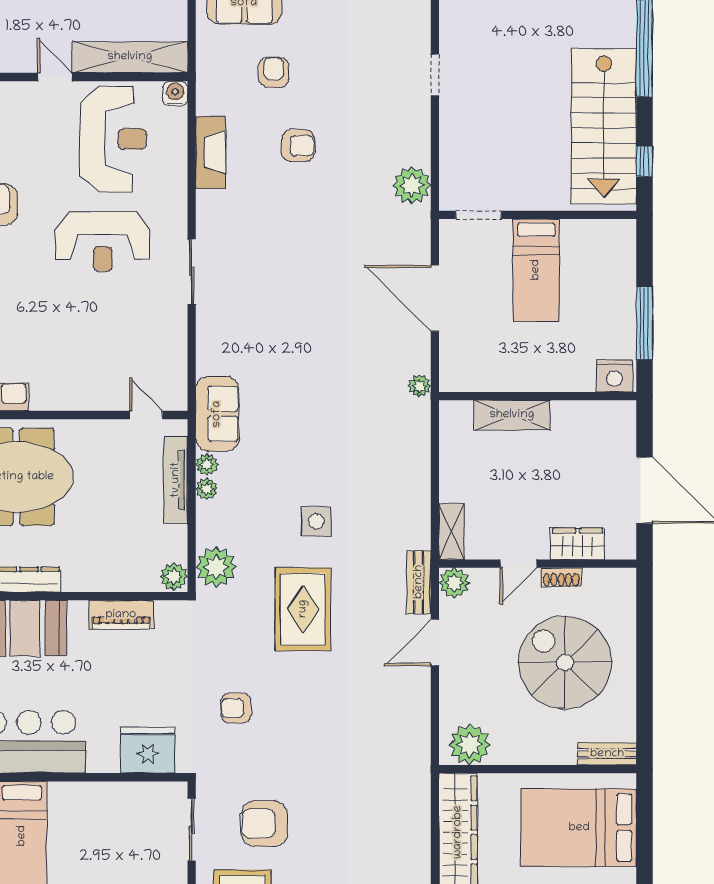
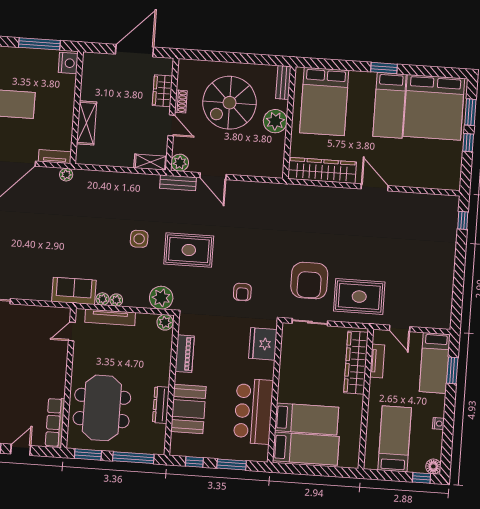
tv unit: (450, 364) -> (55, 157), added
plant: (470, 745) -> (275, 121), moved
armchair: (264, 824) -> (309, 281), width x1.36, depth x1.36

